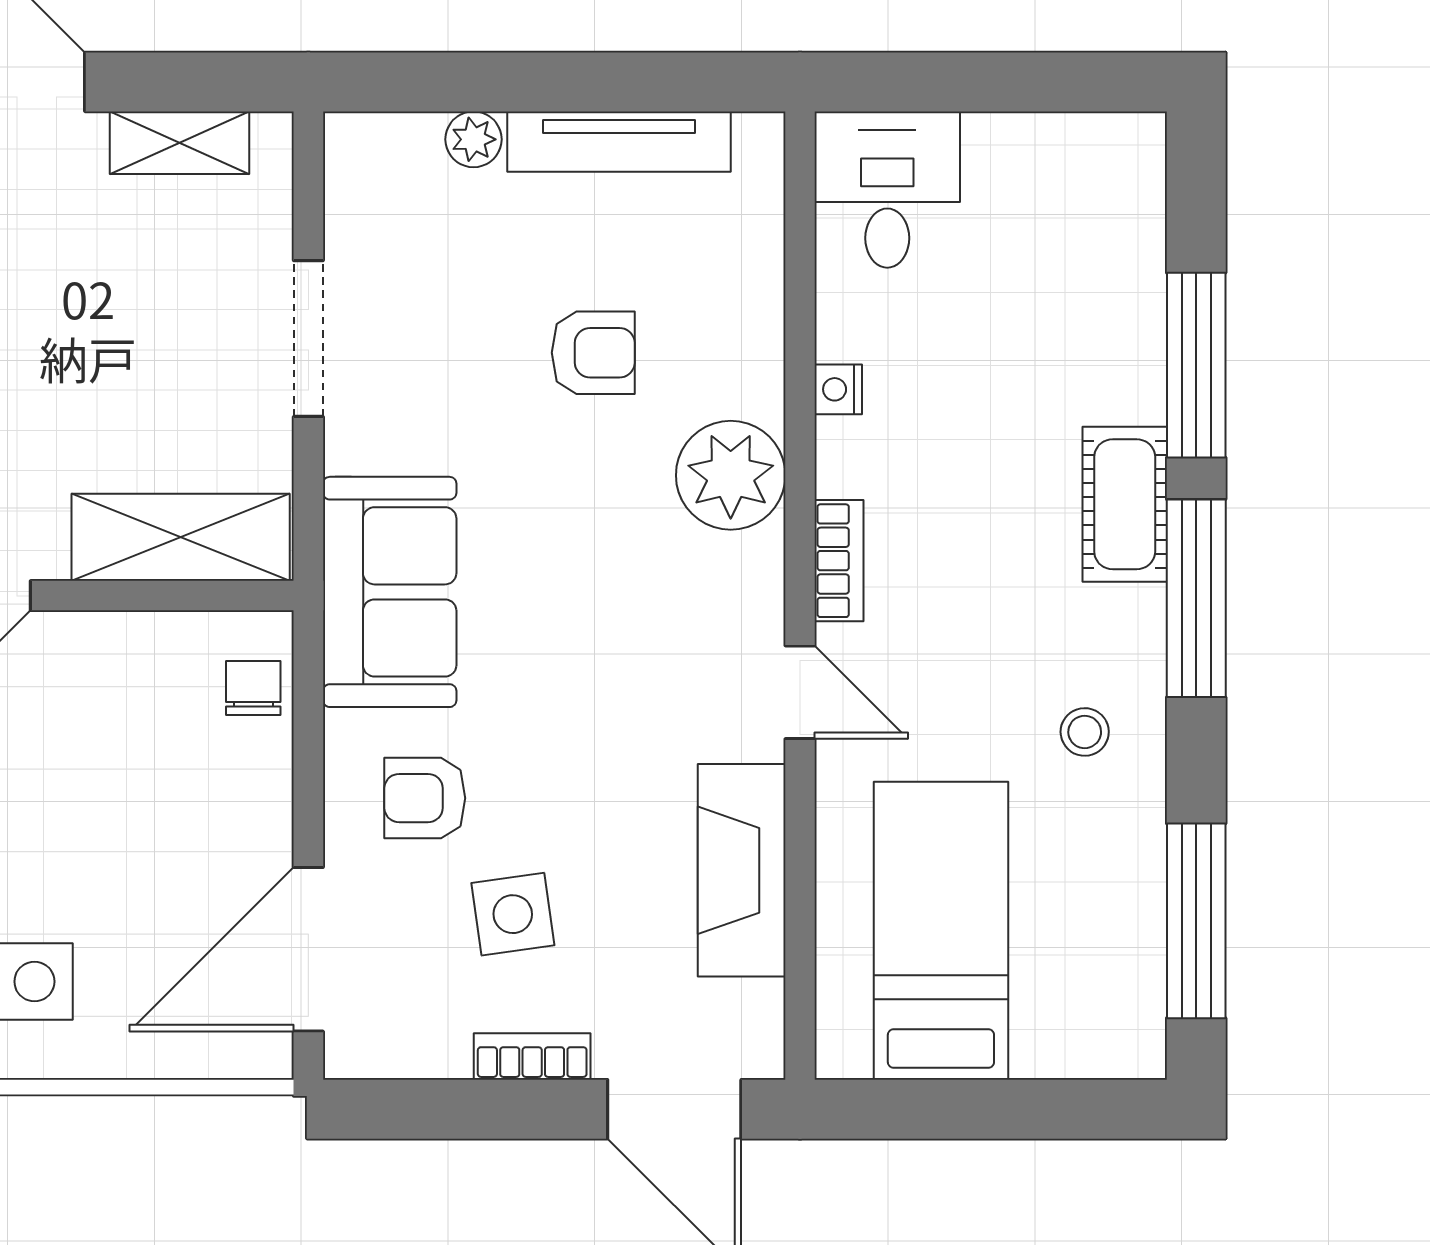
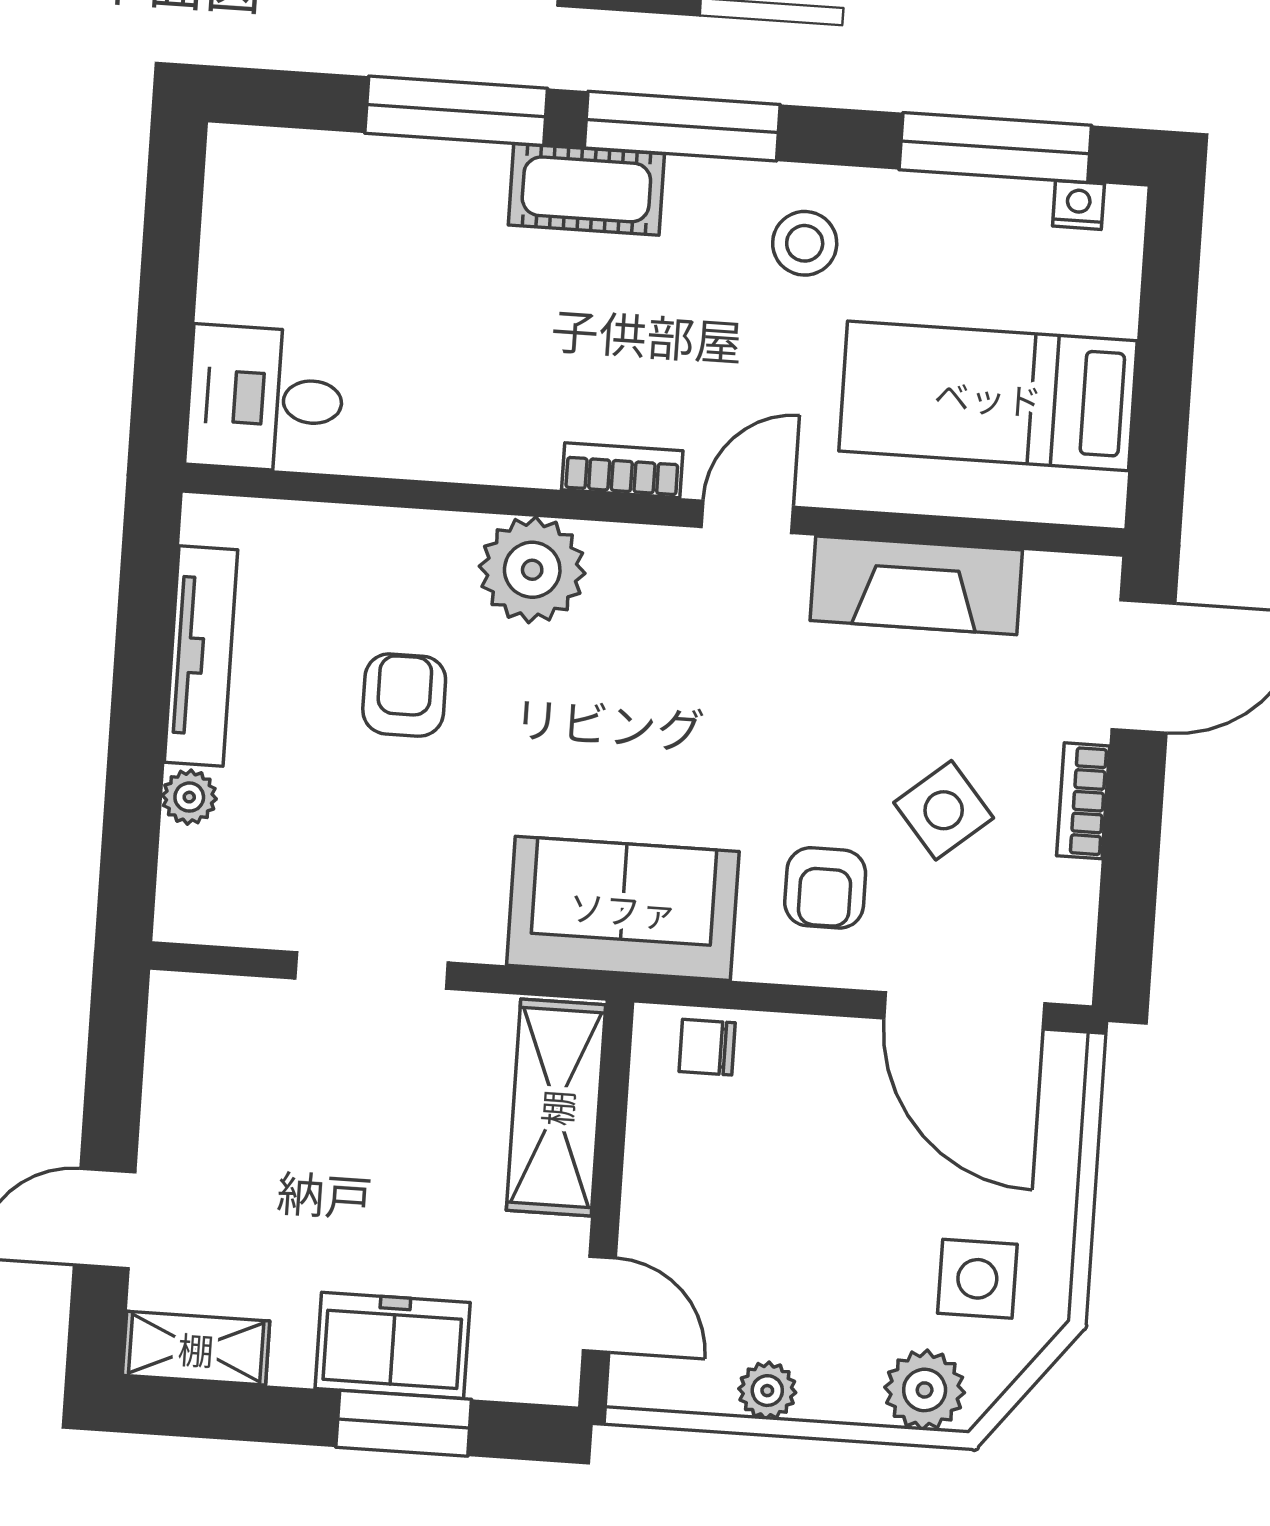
shelving: (179, 143) -> (173, 1083), removed
nightstand: (838, 389) -> (1078, 205), moved, turned 180
stool: (1085, 732) -> (805, 243), width x1.37, depth x1.37
side table: (513, 914) -> (944, 810), turned -32

